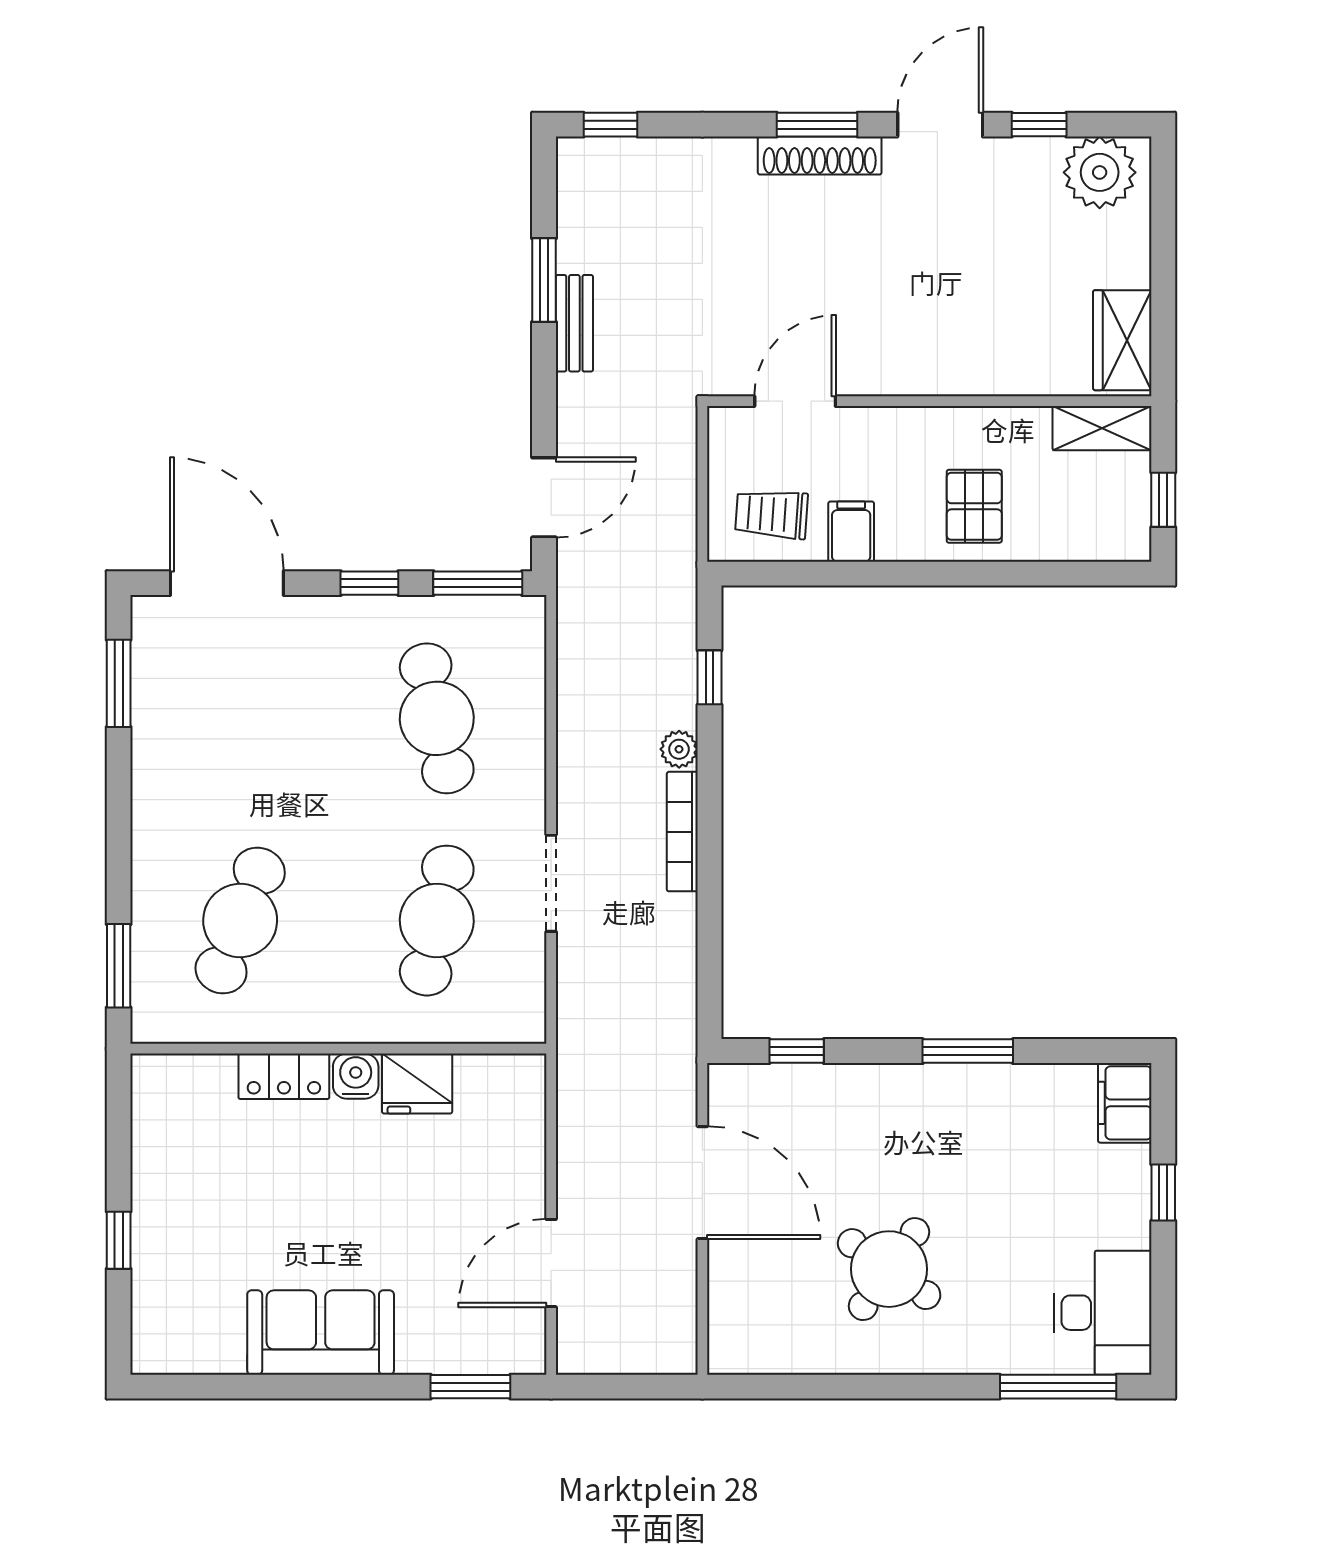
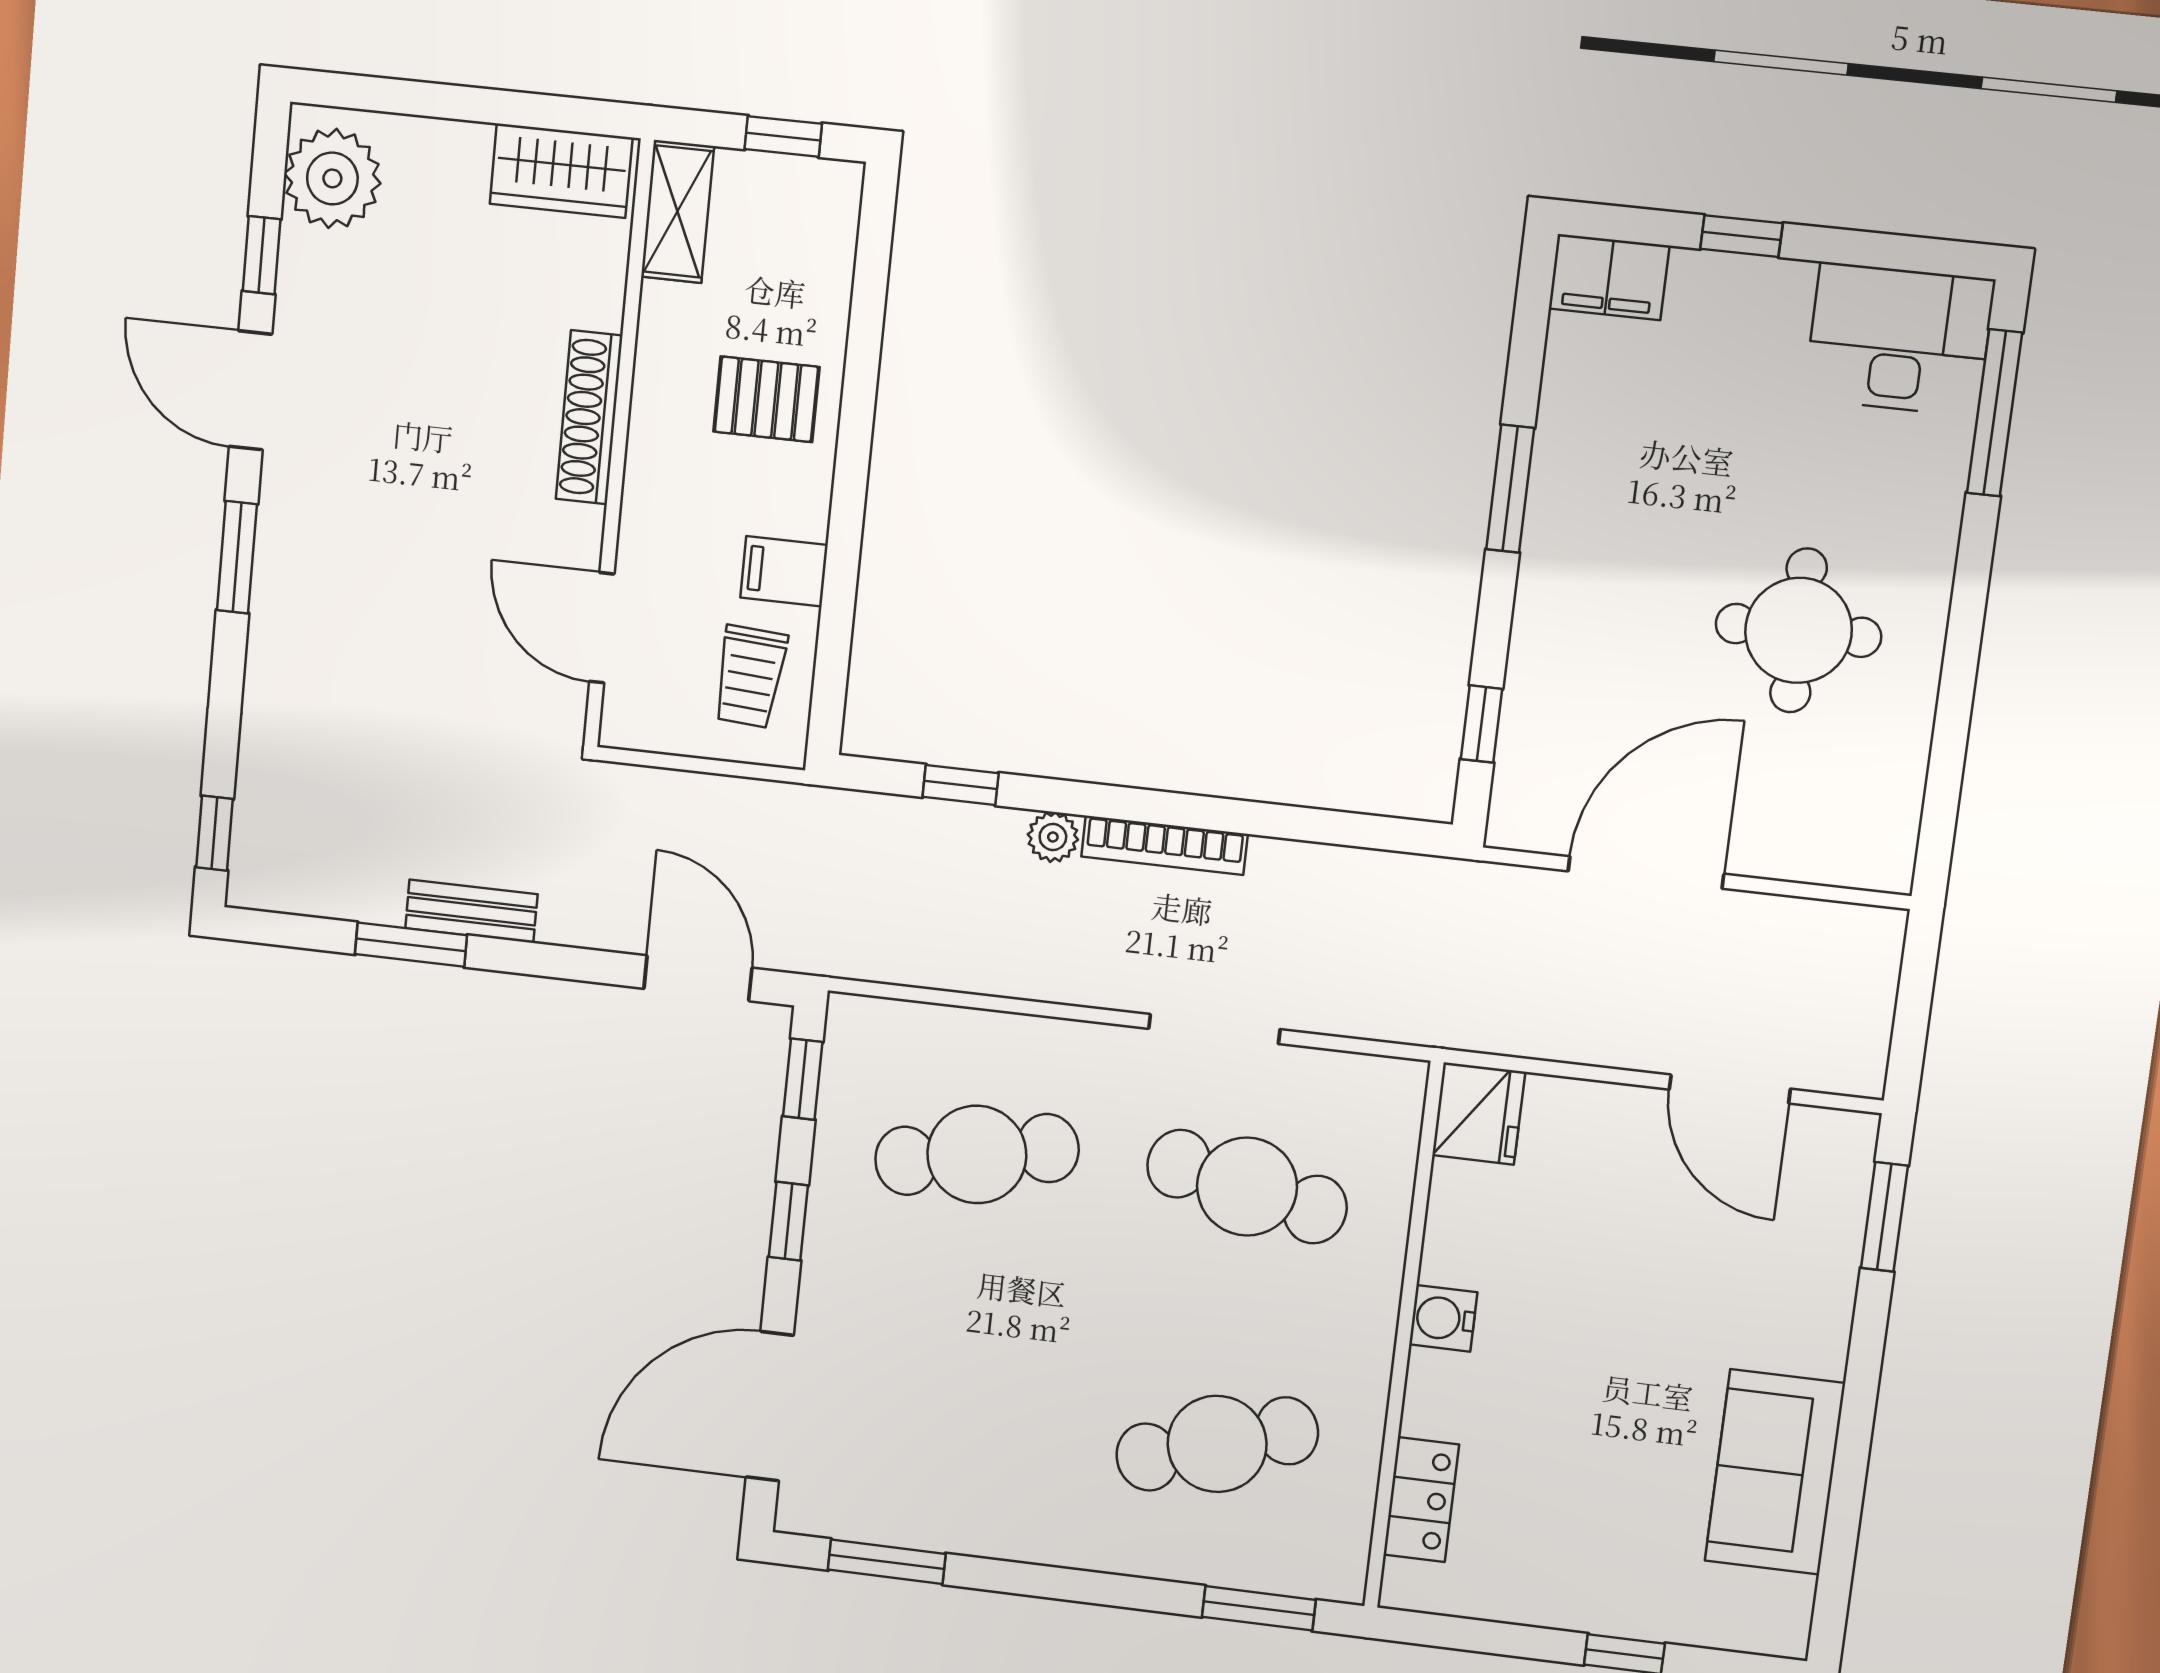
shoe rack: (820, 156) -> (589, 417), moved, turned 180
window: (478, 583) -> (803, 1079), width x0.67
cafe table: (240, 921) -> (1217, 1444), turned -39
locker: (284, 1076) -> (1421, 1500), moved
fridge: (417, 1084) -> (1479, 1114), moved
round table: (889, 1269) -> (1798, 630), turned -35
sofa: (321, 1333) -> (1775, 1472), moved

